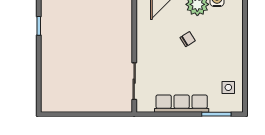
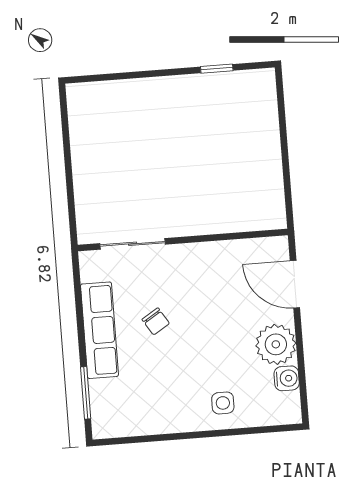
chair: (188, 39) -> (156, 321), moved
side table: (228, 87) -> (223, 403), moved

